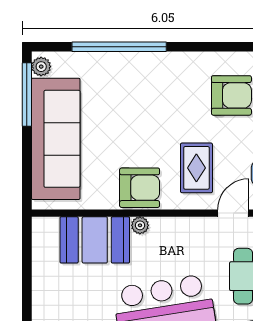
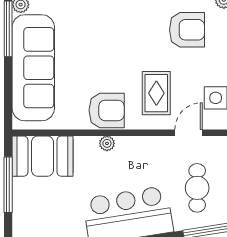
booth: (95, 240) -> (42, 156), moved
window: (27, 273) -> (8, 185), added

